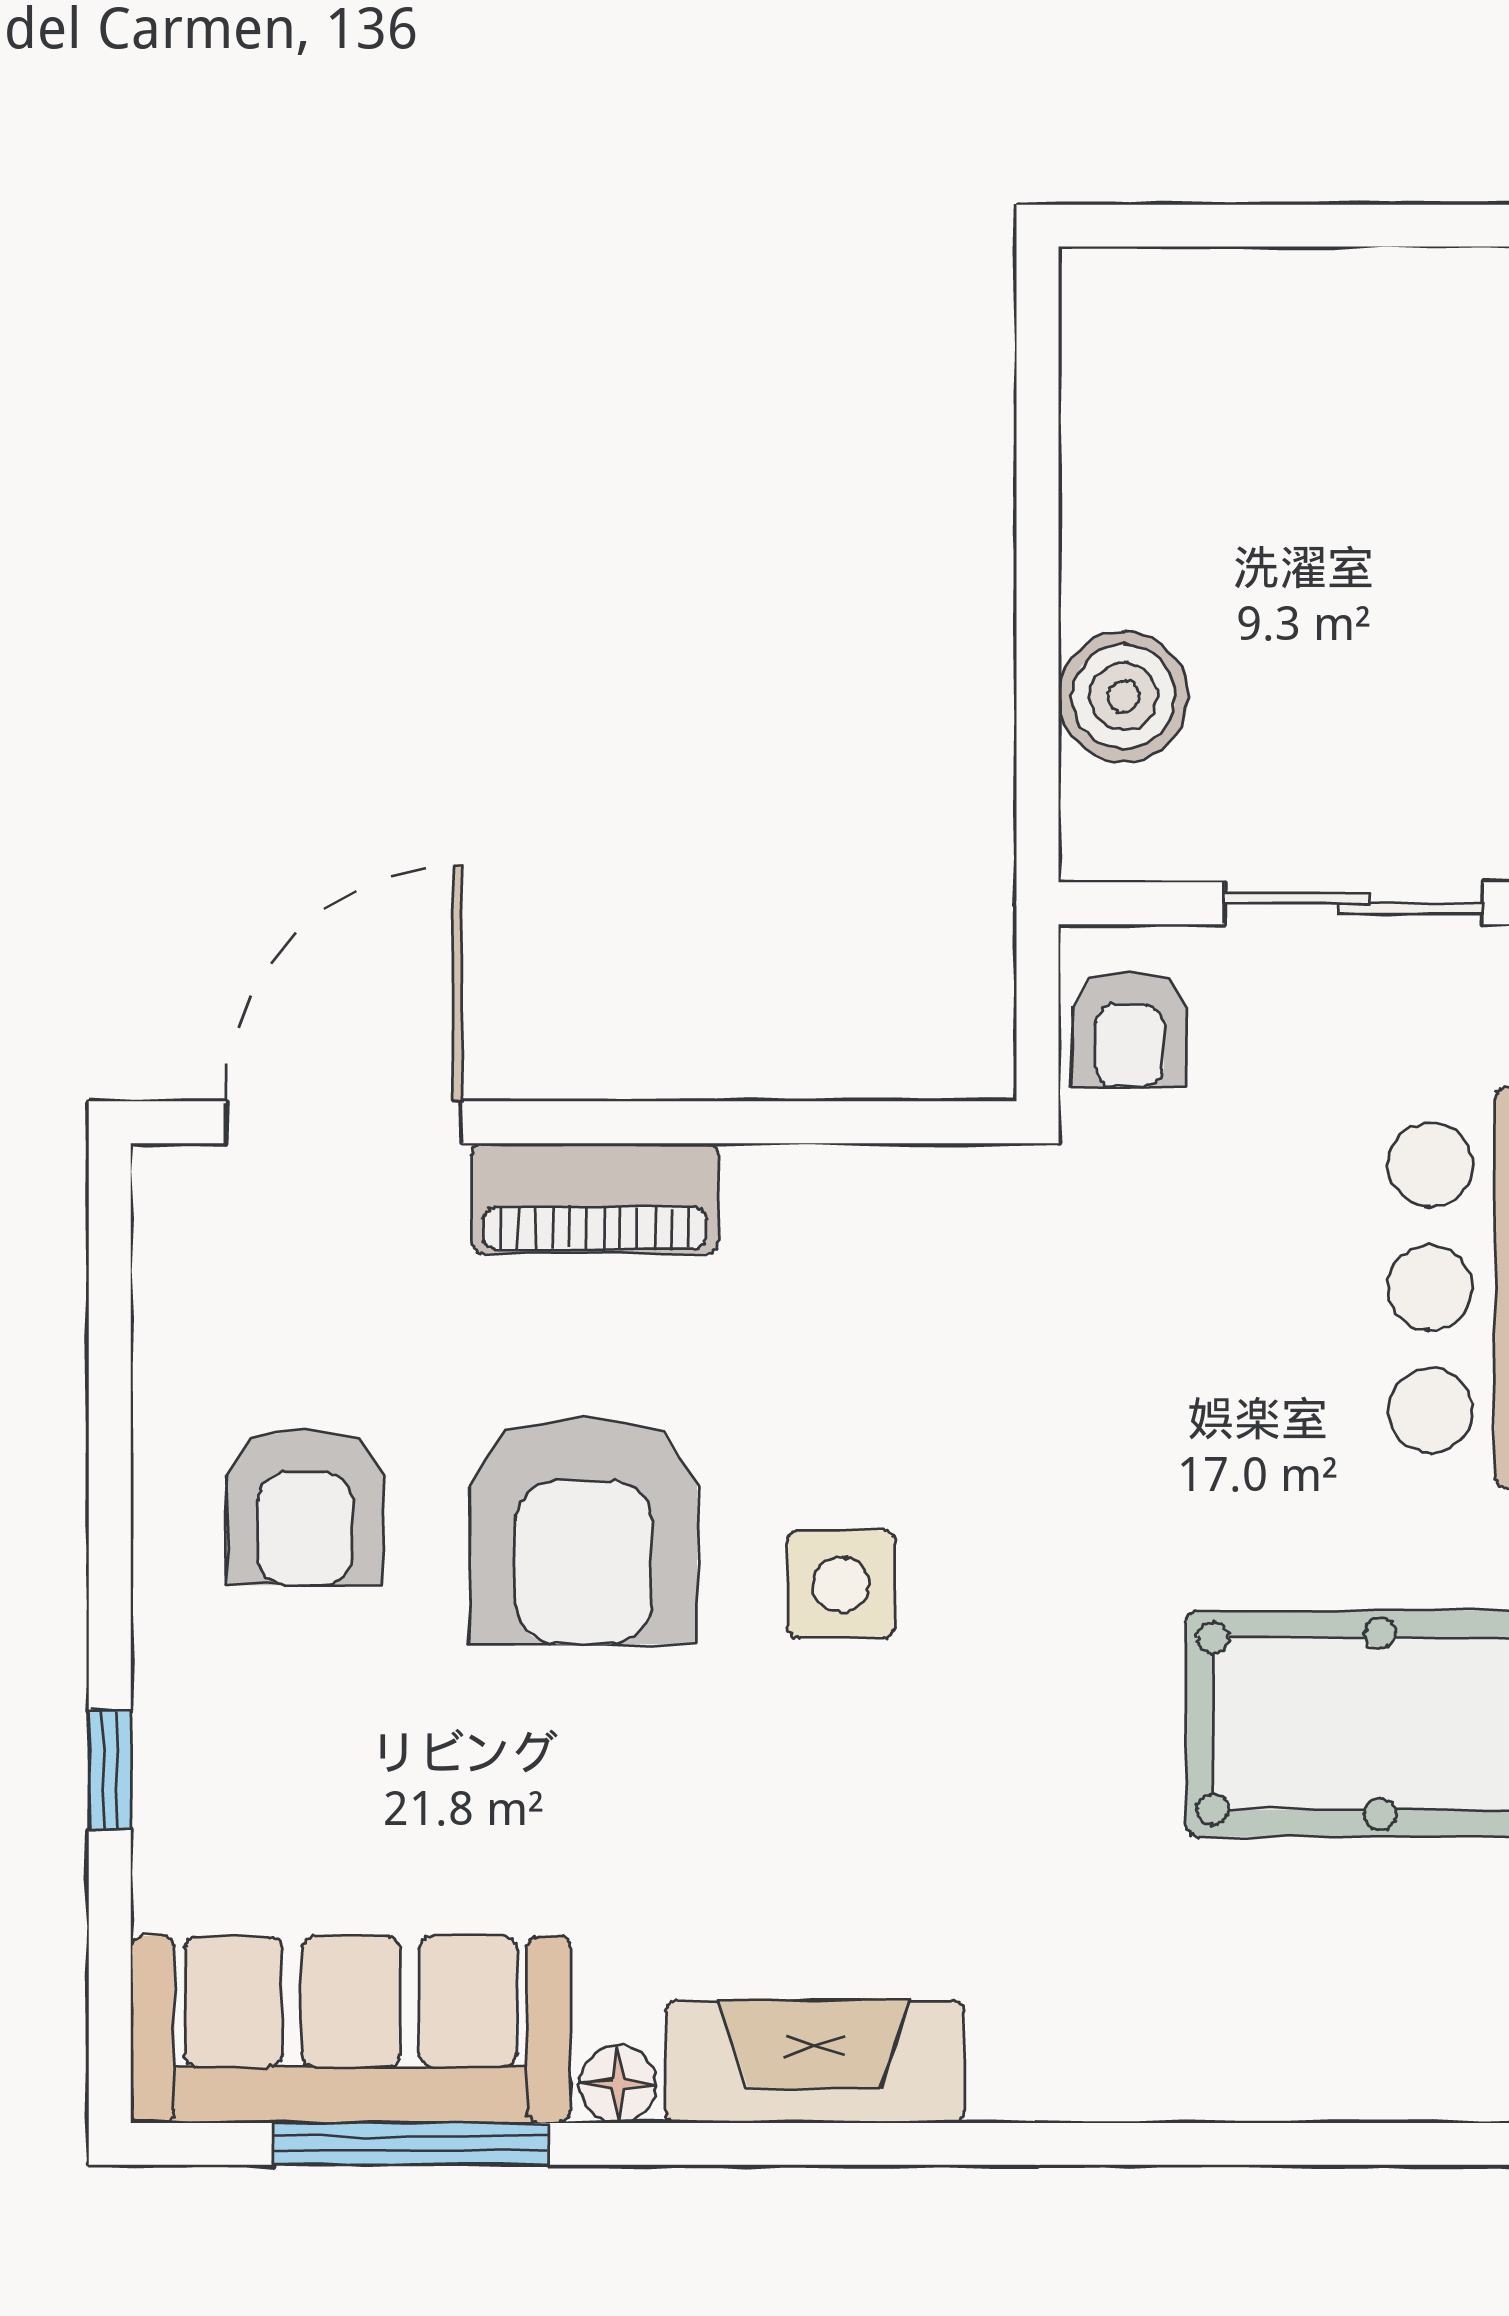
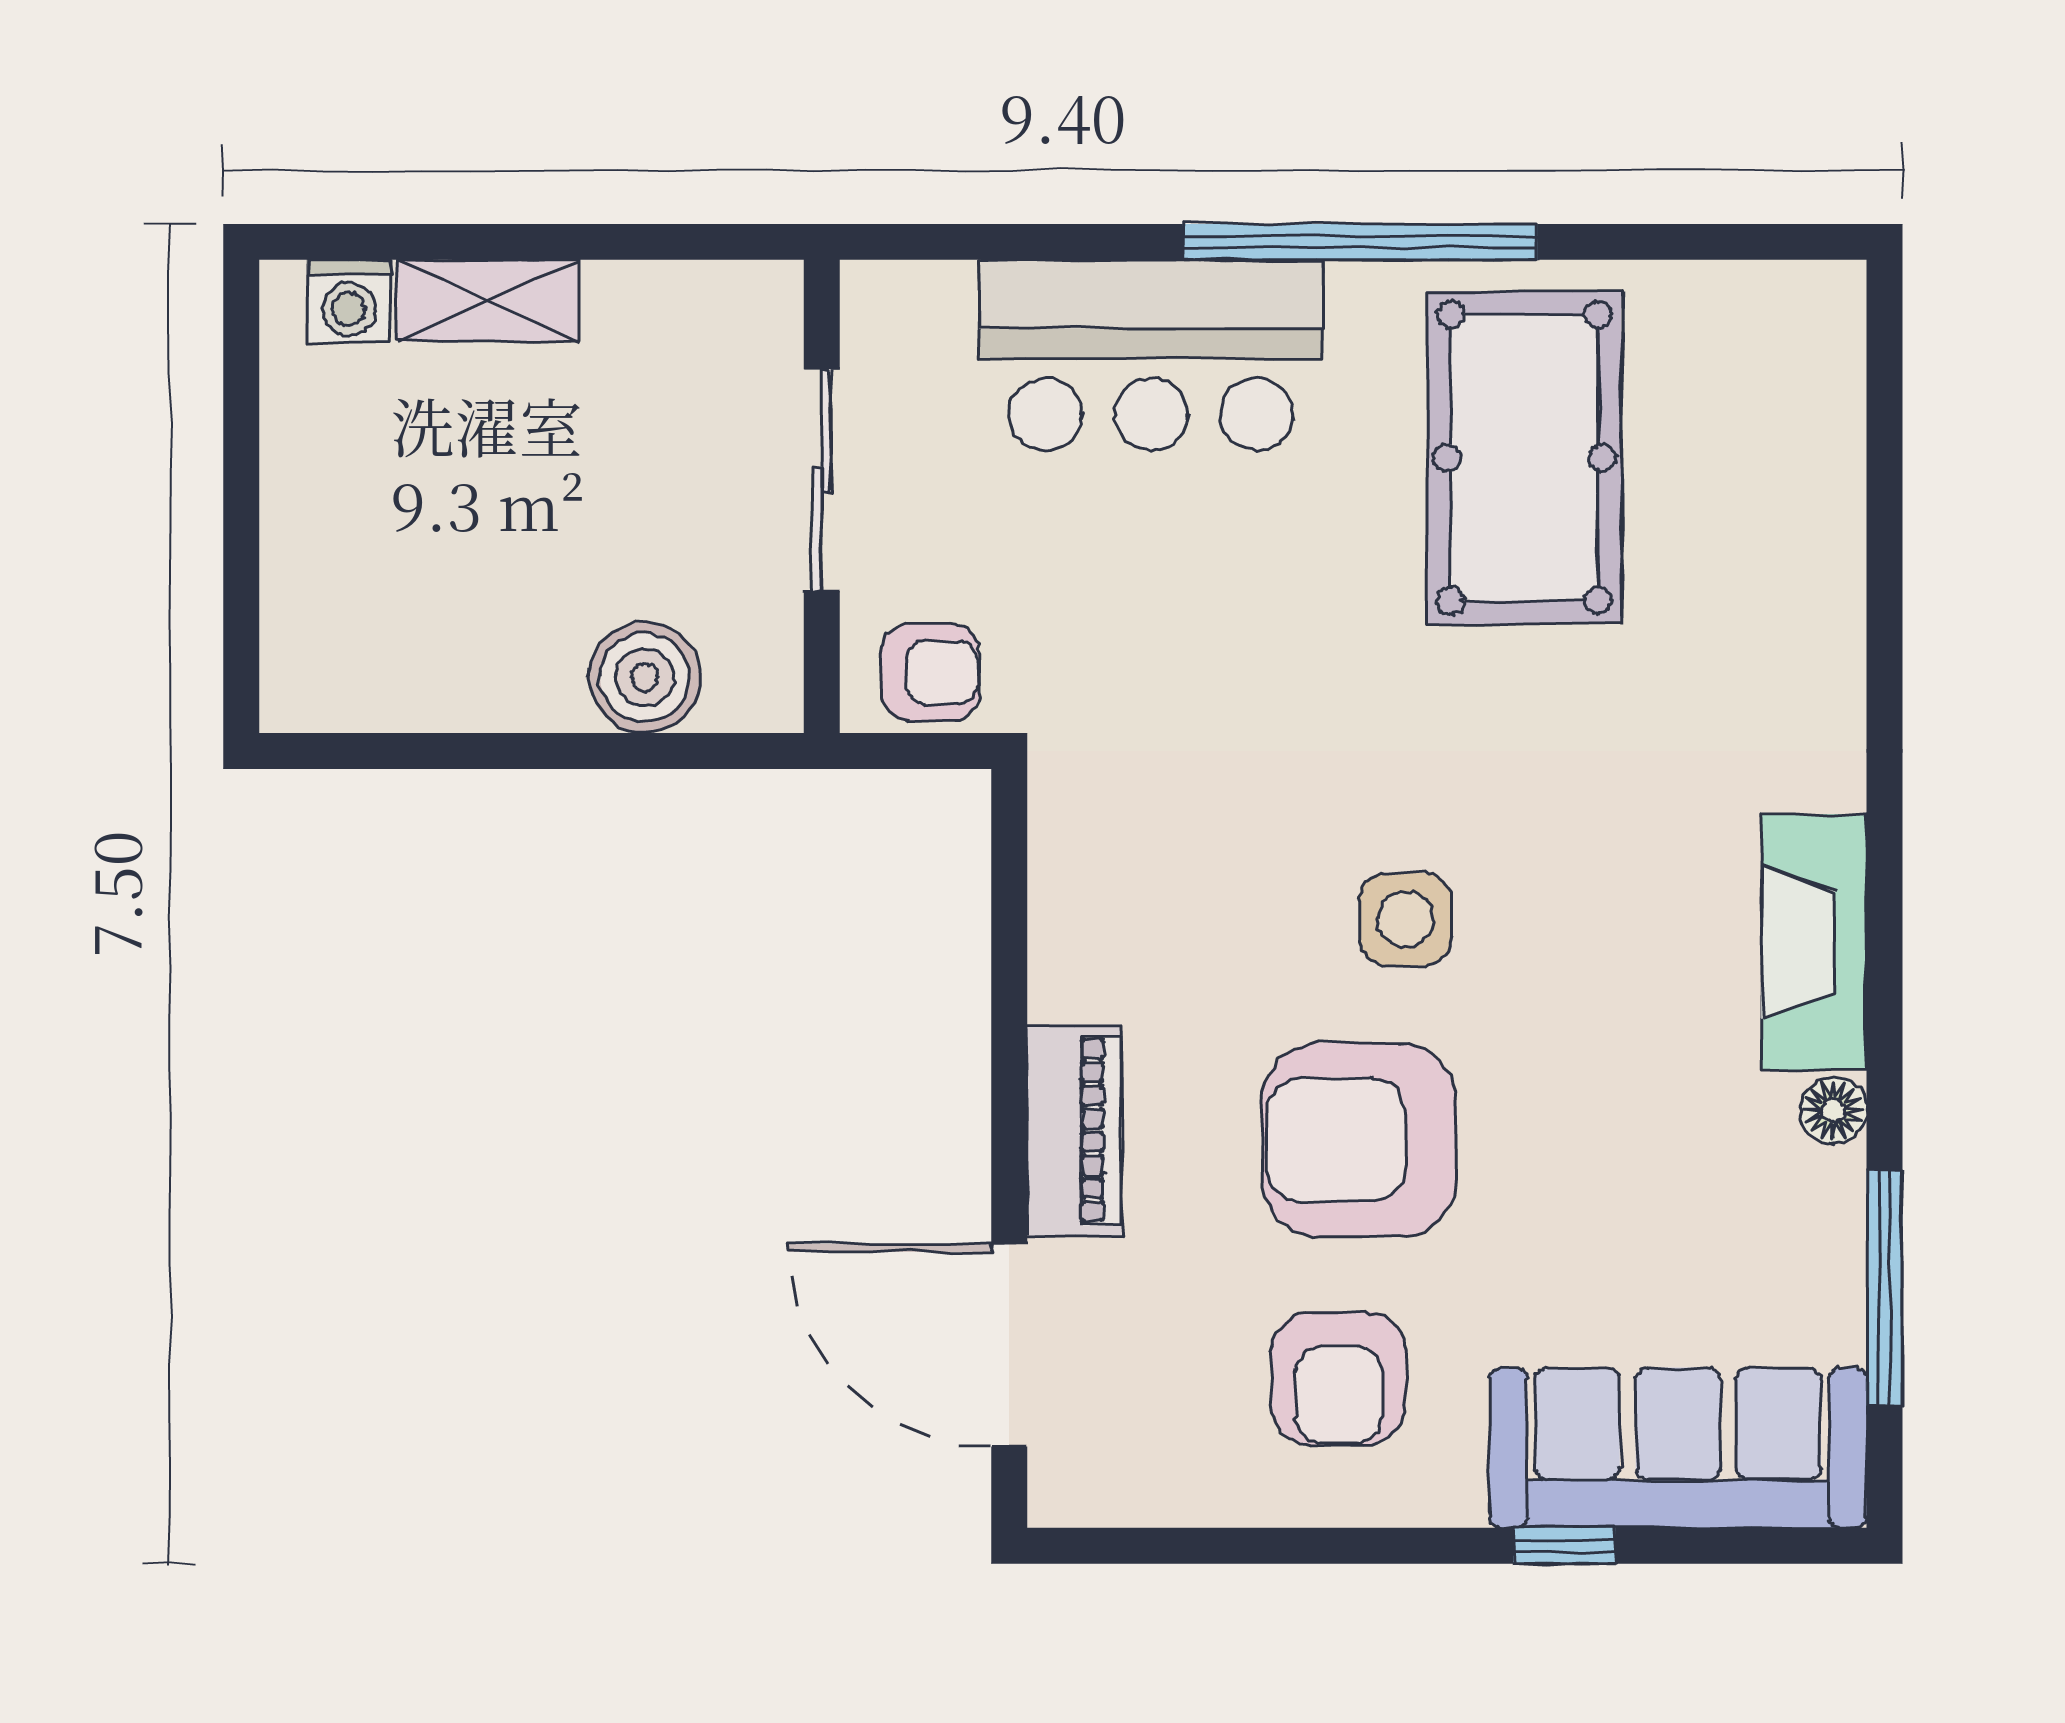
armchair: (305, 1507) -> (1339, 1378), turned 90
armchair: (584, 1531) -> (1359, 1140), turned 180
sofa: (351, 2030) -> (1678, 1448), moved, turned 90

